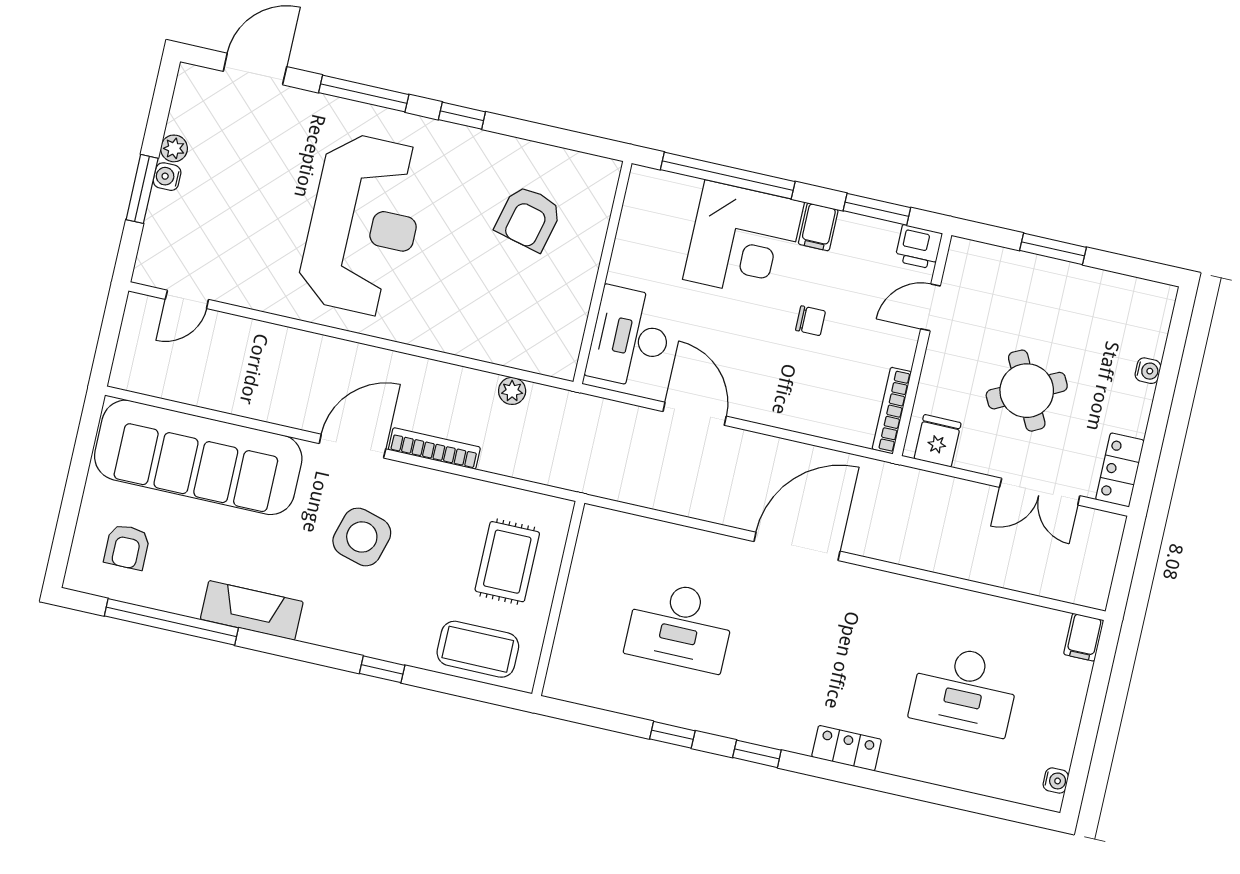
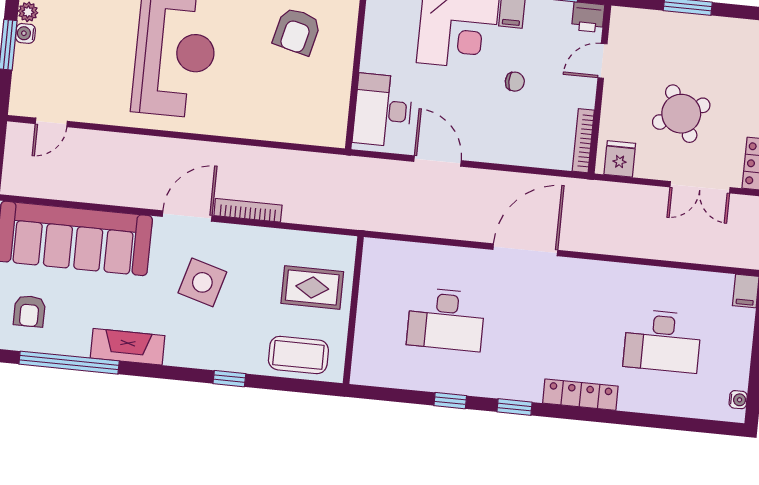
plant: (512, 391) -> (300, 161), removed
rug: (507, 562) -> (312, 287), turned 90
locker: (847, 748) -> (580, 395), width x1.53

